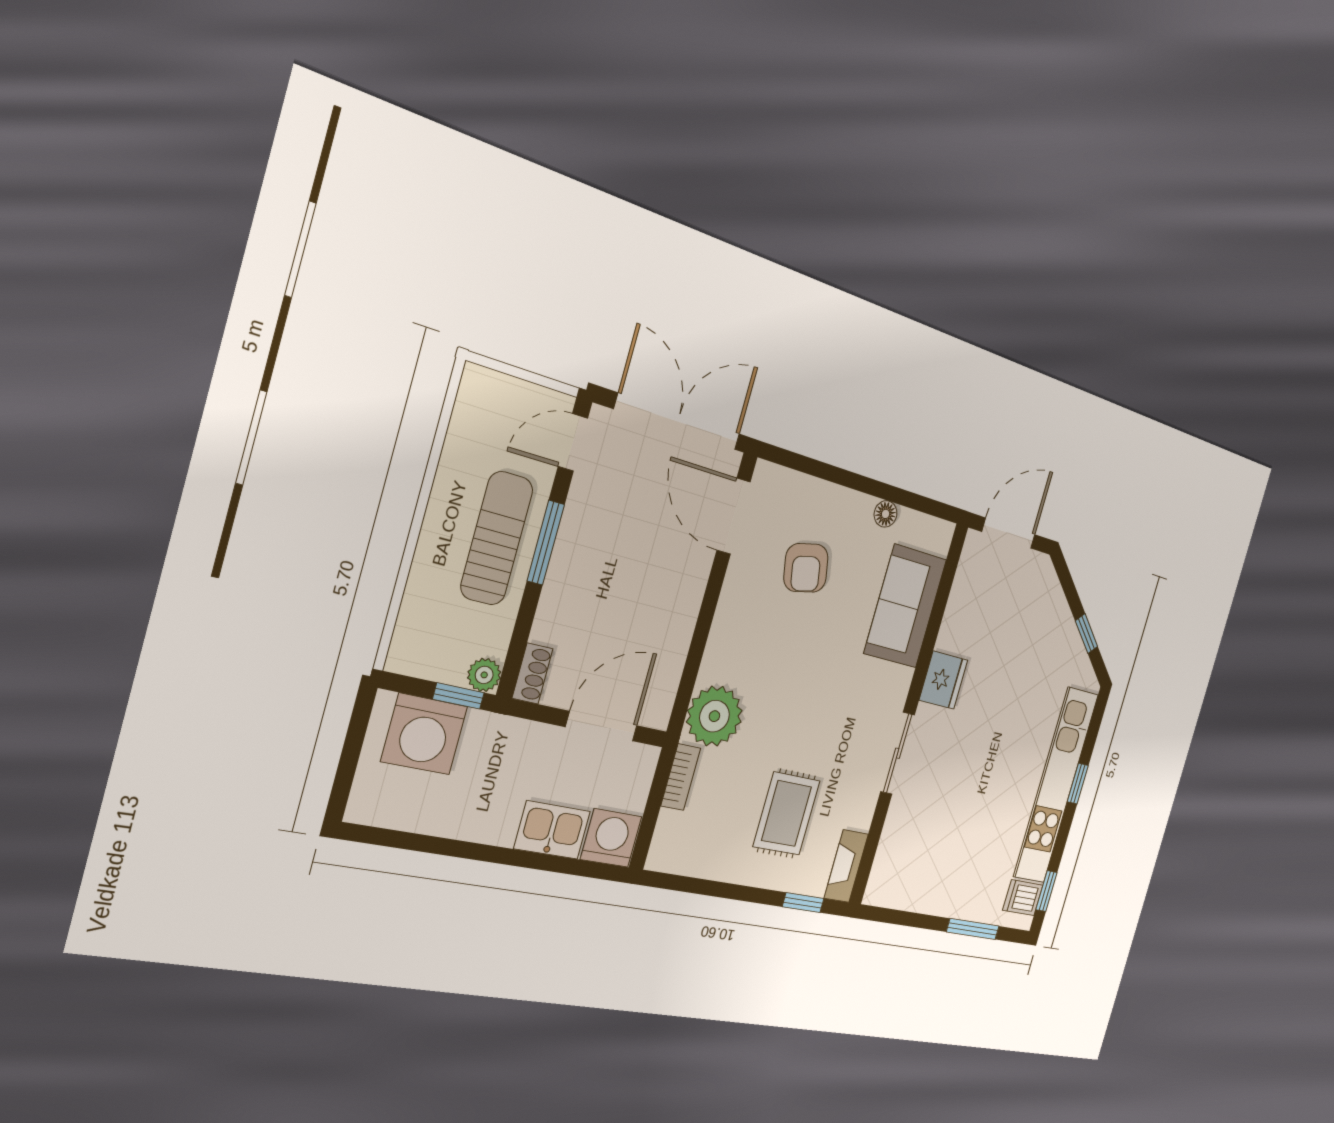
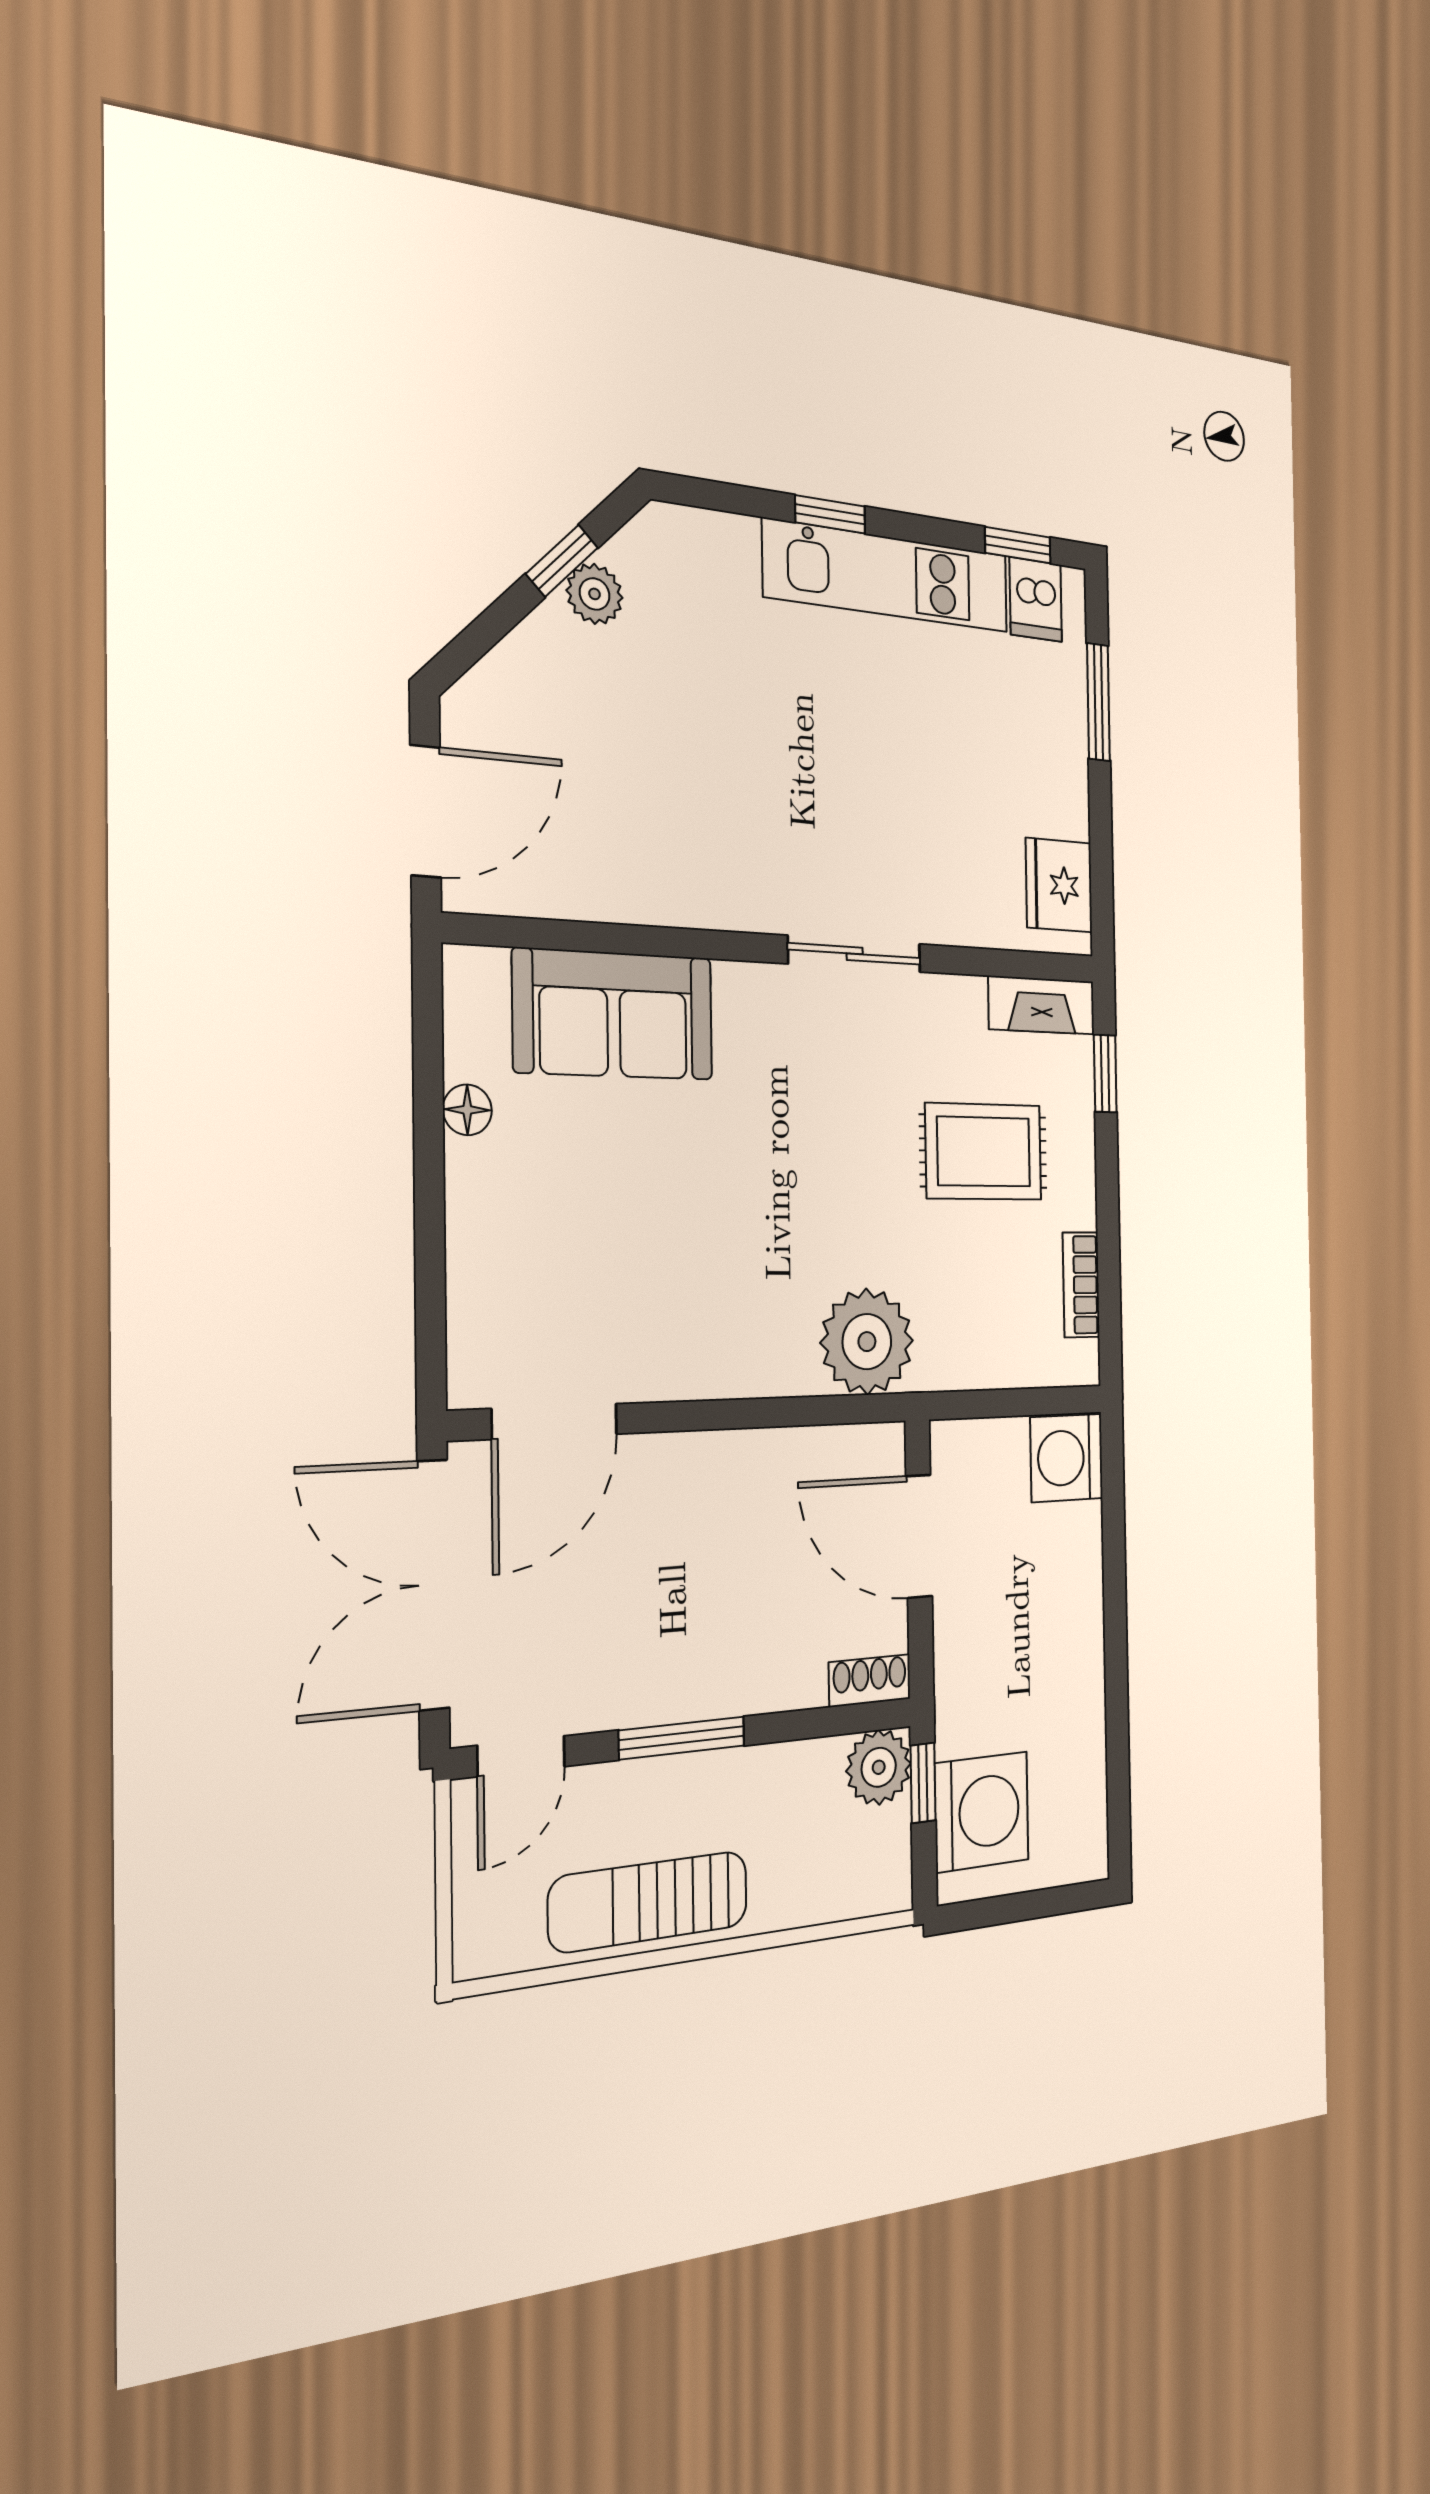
door: (573, 442) -> (521, 1756), hinge flipped
door: (1009, 533) -> (426, 811), swing flipped
sun lounger: (497, 538) -> (649, 1902), moved
armchair: (806, 568) -> (601, 1248), removed
plant: (1071, 647) -> (595, 594), added
plant: (484, 675) -> (879, 1767), width x1.38, depth x1.38
fridge: (943, 680) -> (1059, 885), moved, turned -90
bookcase: (681, 777) -> (1081, 1285), moved, turned -90
kitchen unit: (1056, 785) -> (887, 576), width x0.73
kitchen sink: (552, 830) -> (1071, 1560), removed

